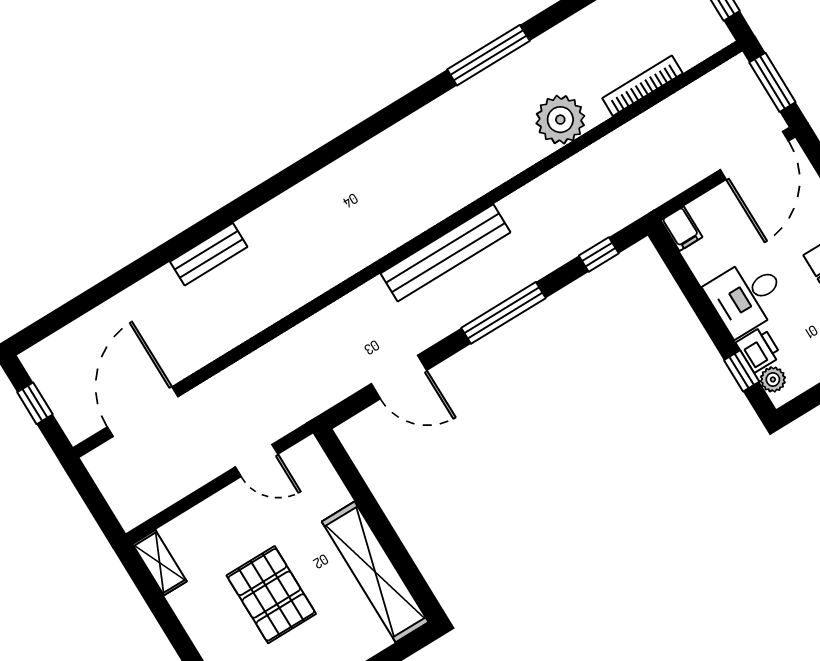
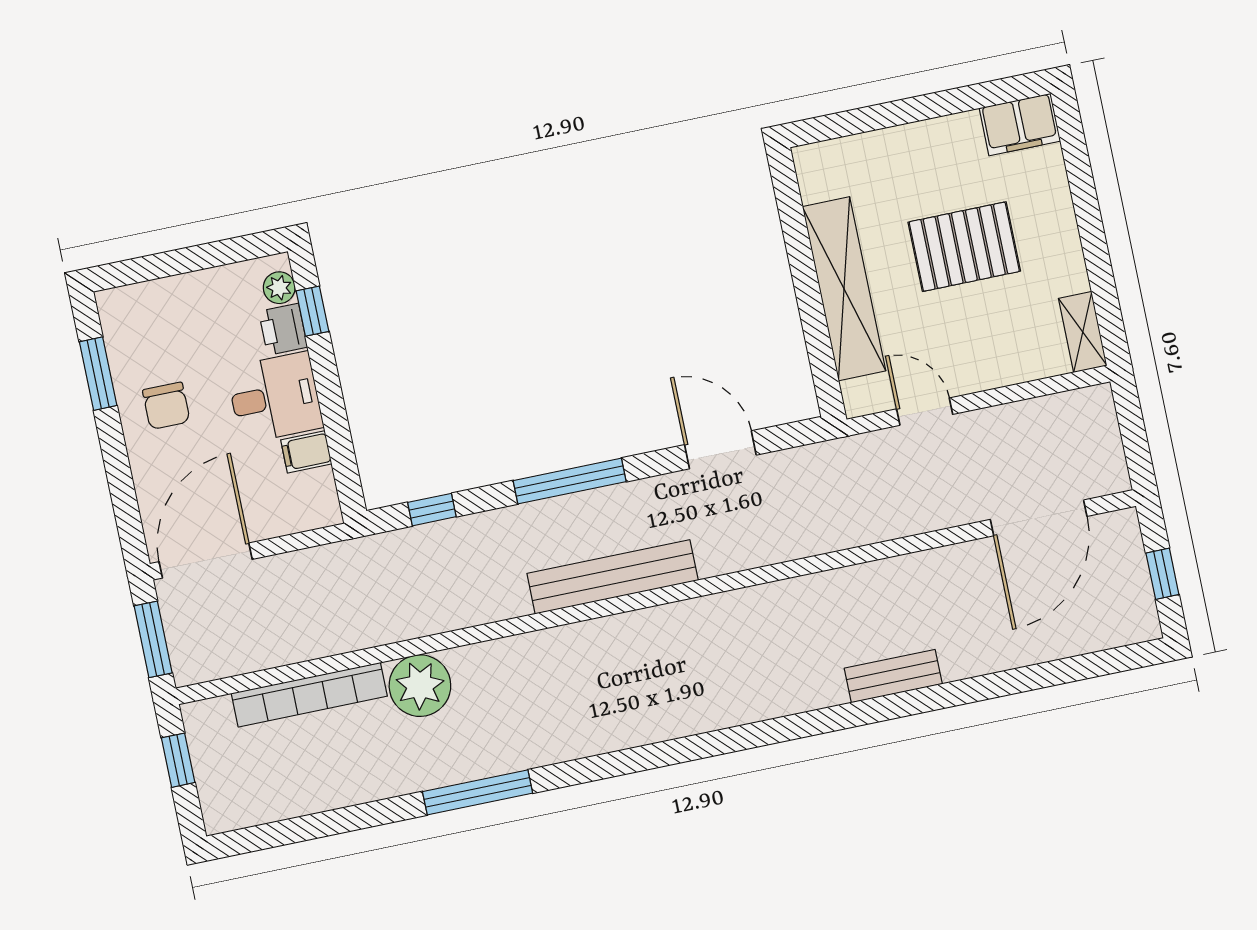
bookcase: (642, 86) -> (309, 695), width x1.48, depth x1.31
filing cabinet: (682, 229) -> (306, 452), moved, turned -90
shelving: (375, 572) -> (844, 289), moved
pallet: (271, 595) -> (964, 247), turned 90

